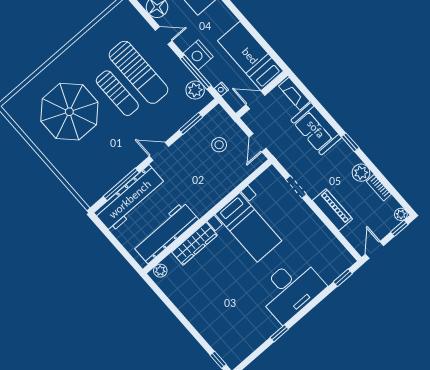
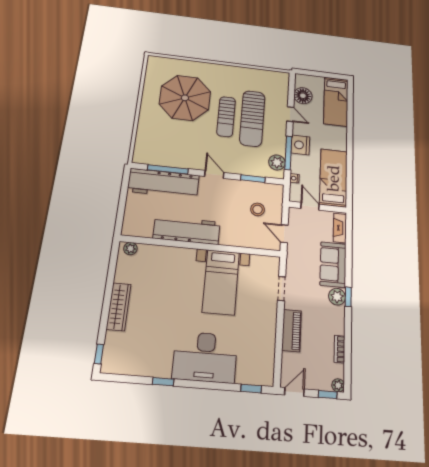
door: (258, 143) -> (284, 234), hinge flipped
plant: (361, 173) -> (337, 297), moved
workbench: (166, 233) -> (187, 230), moved
wardrobe: (195, 244) -> (119, 307), moved, turned -90

